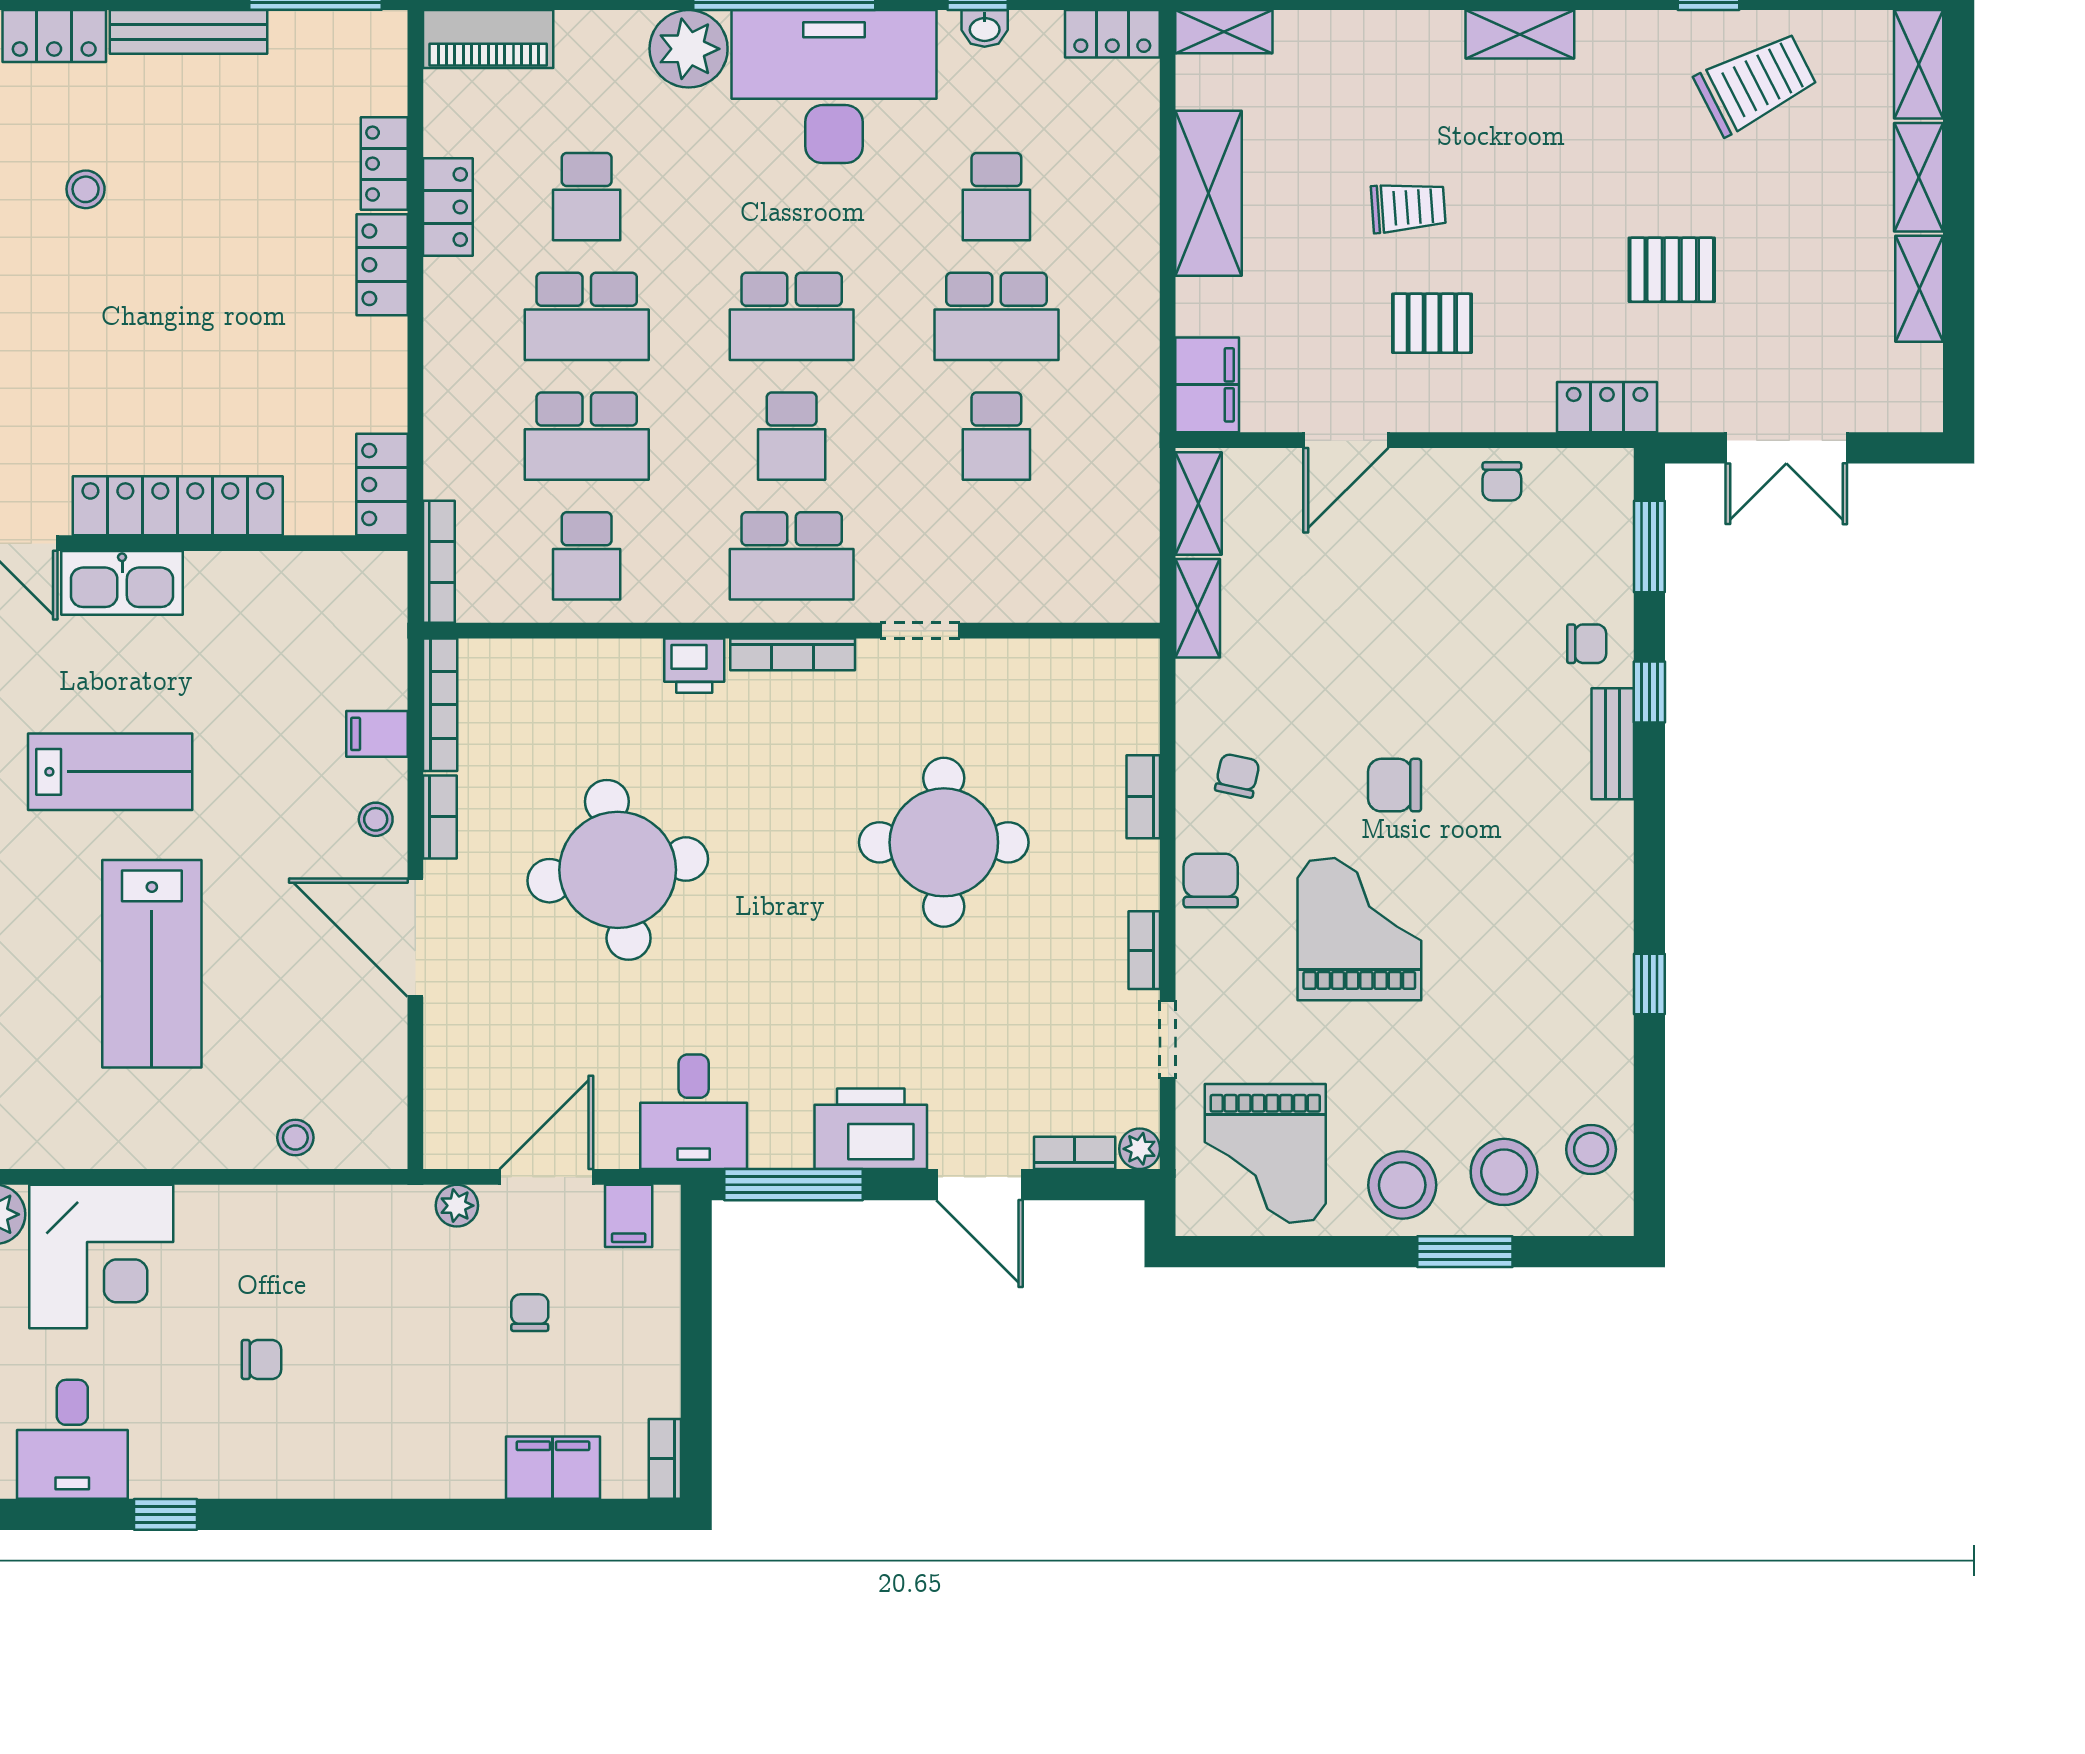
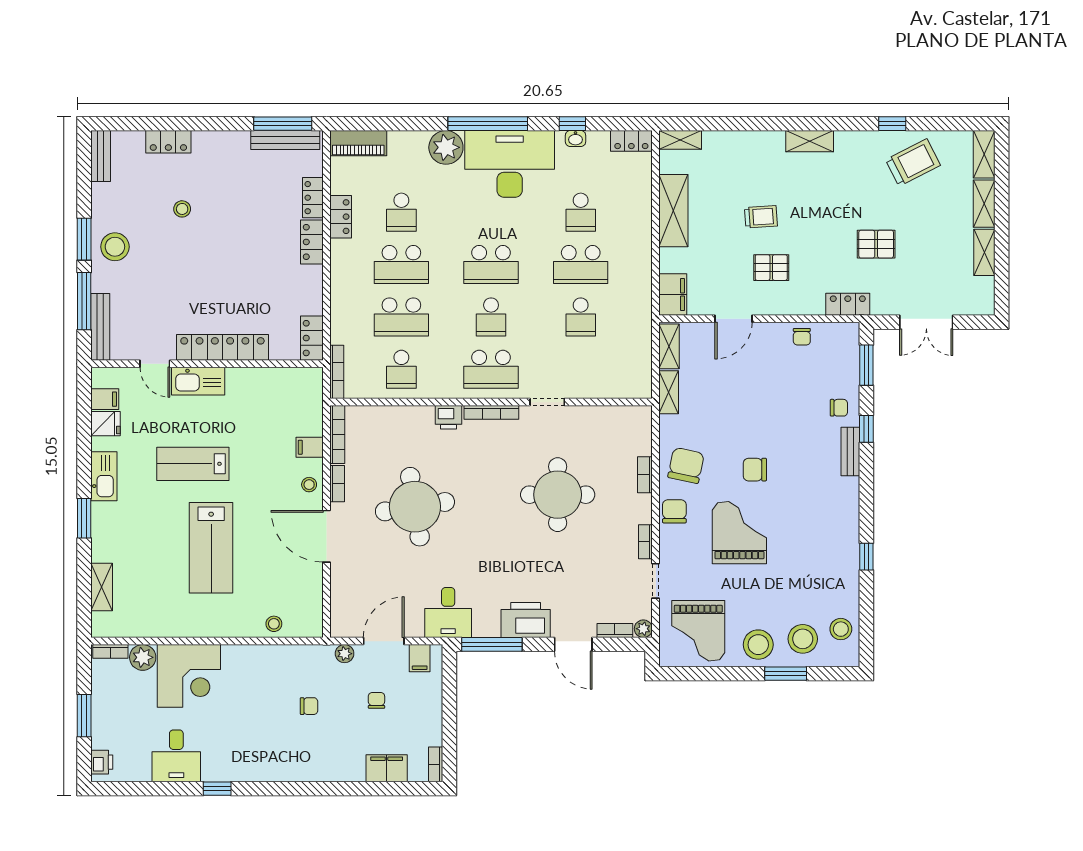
bench: (189, 32) -> (285, 140), moved
lab bench: (110, 772) -> (193, 464), turned 180
chair: (1237, 776) -> (686, 465), width x1.87, depth x1.87
chair: (261, 1360) -> (309, 706), moved

